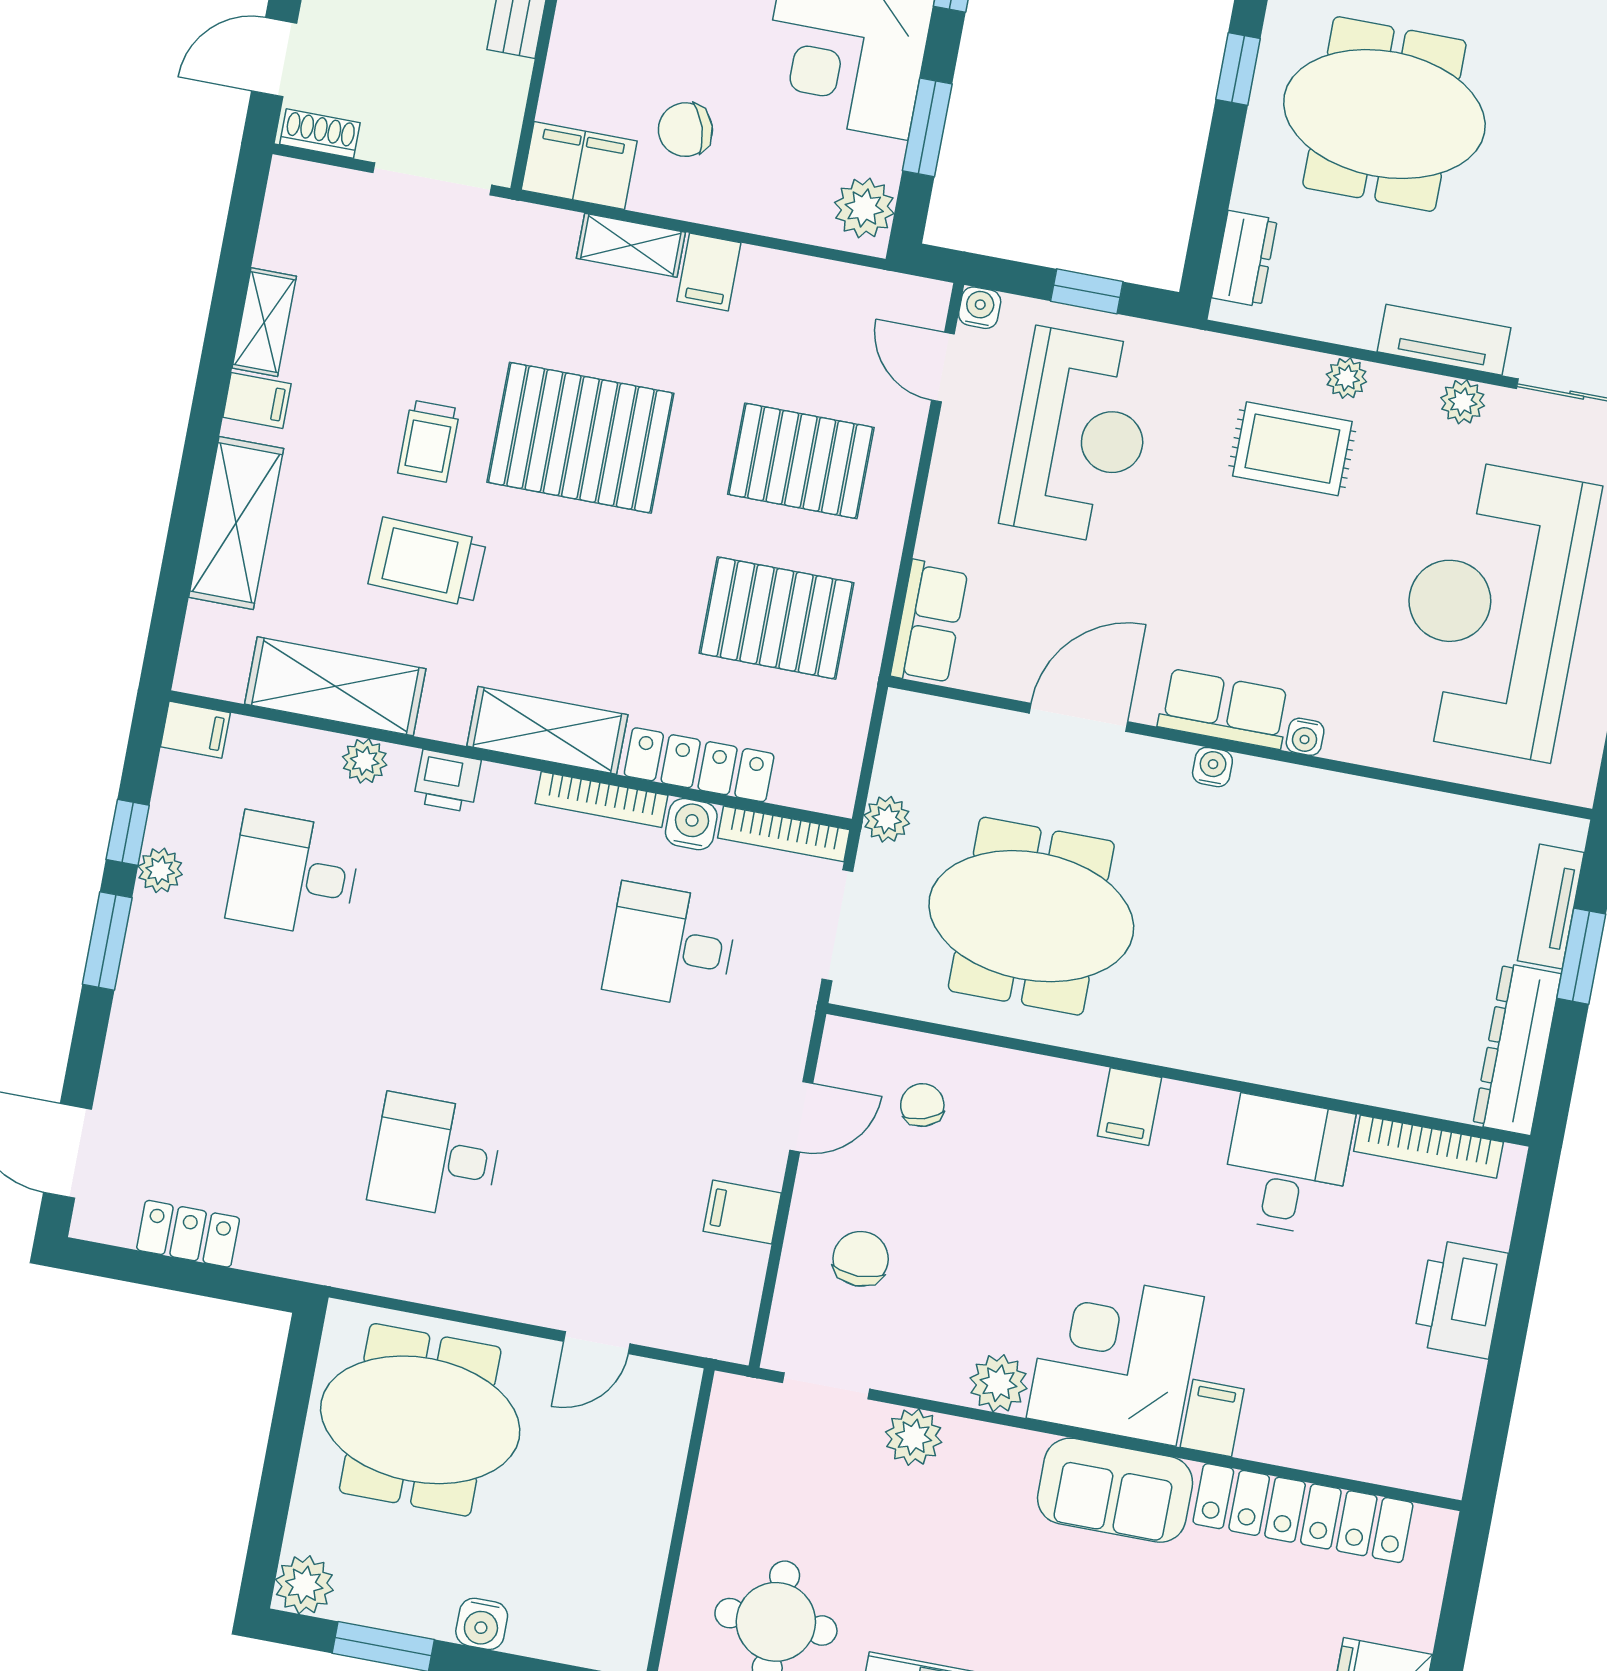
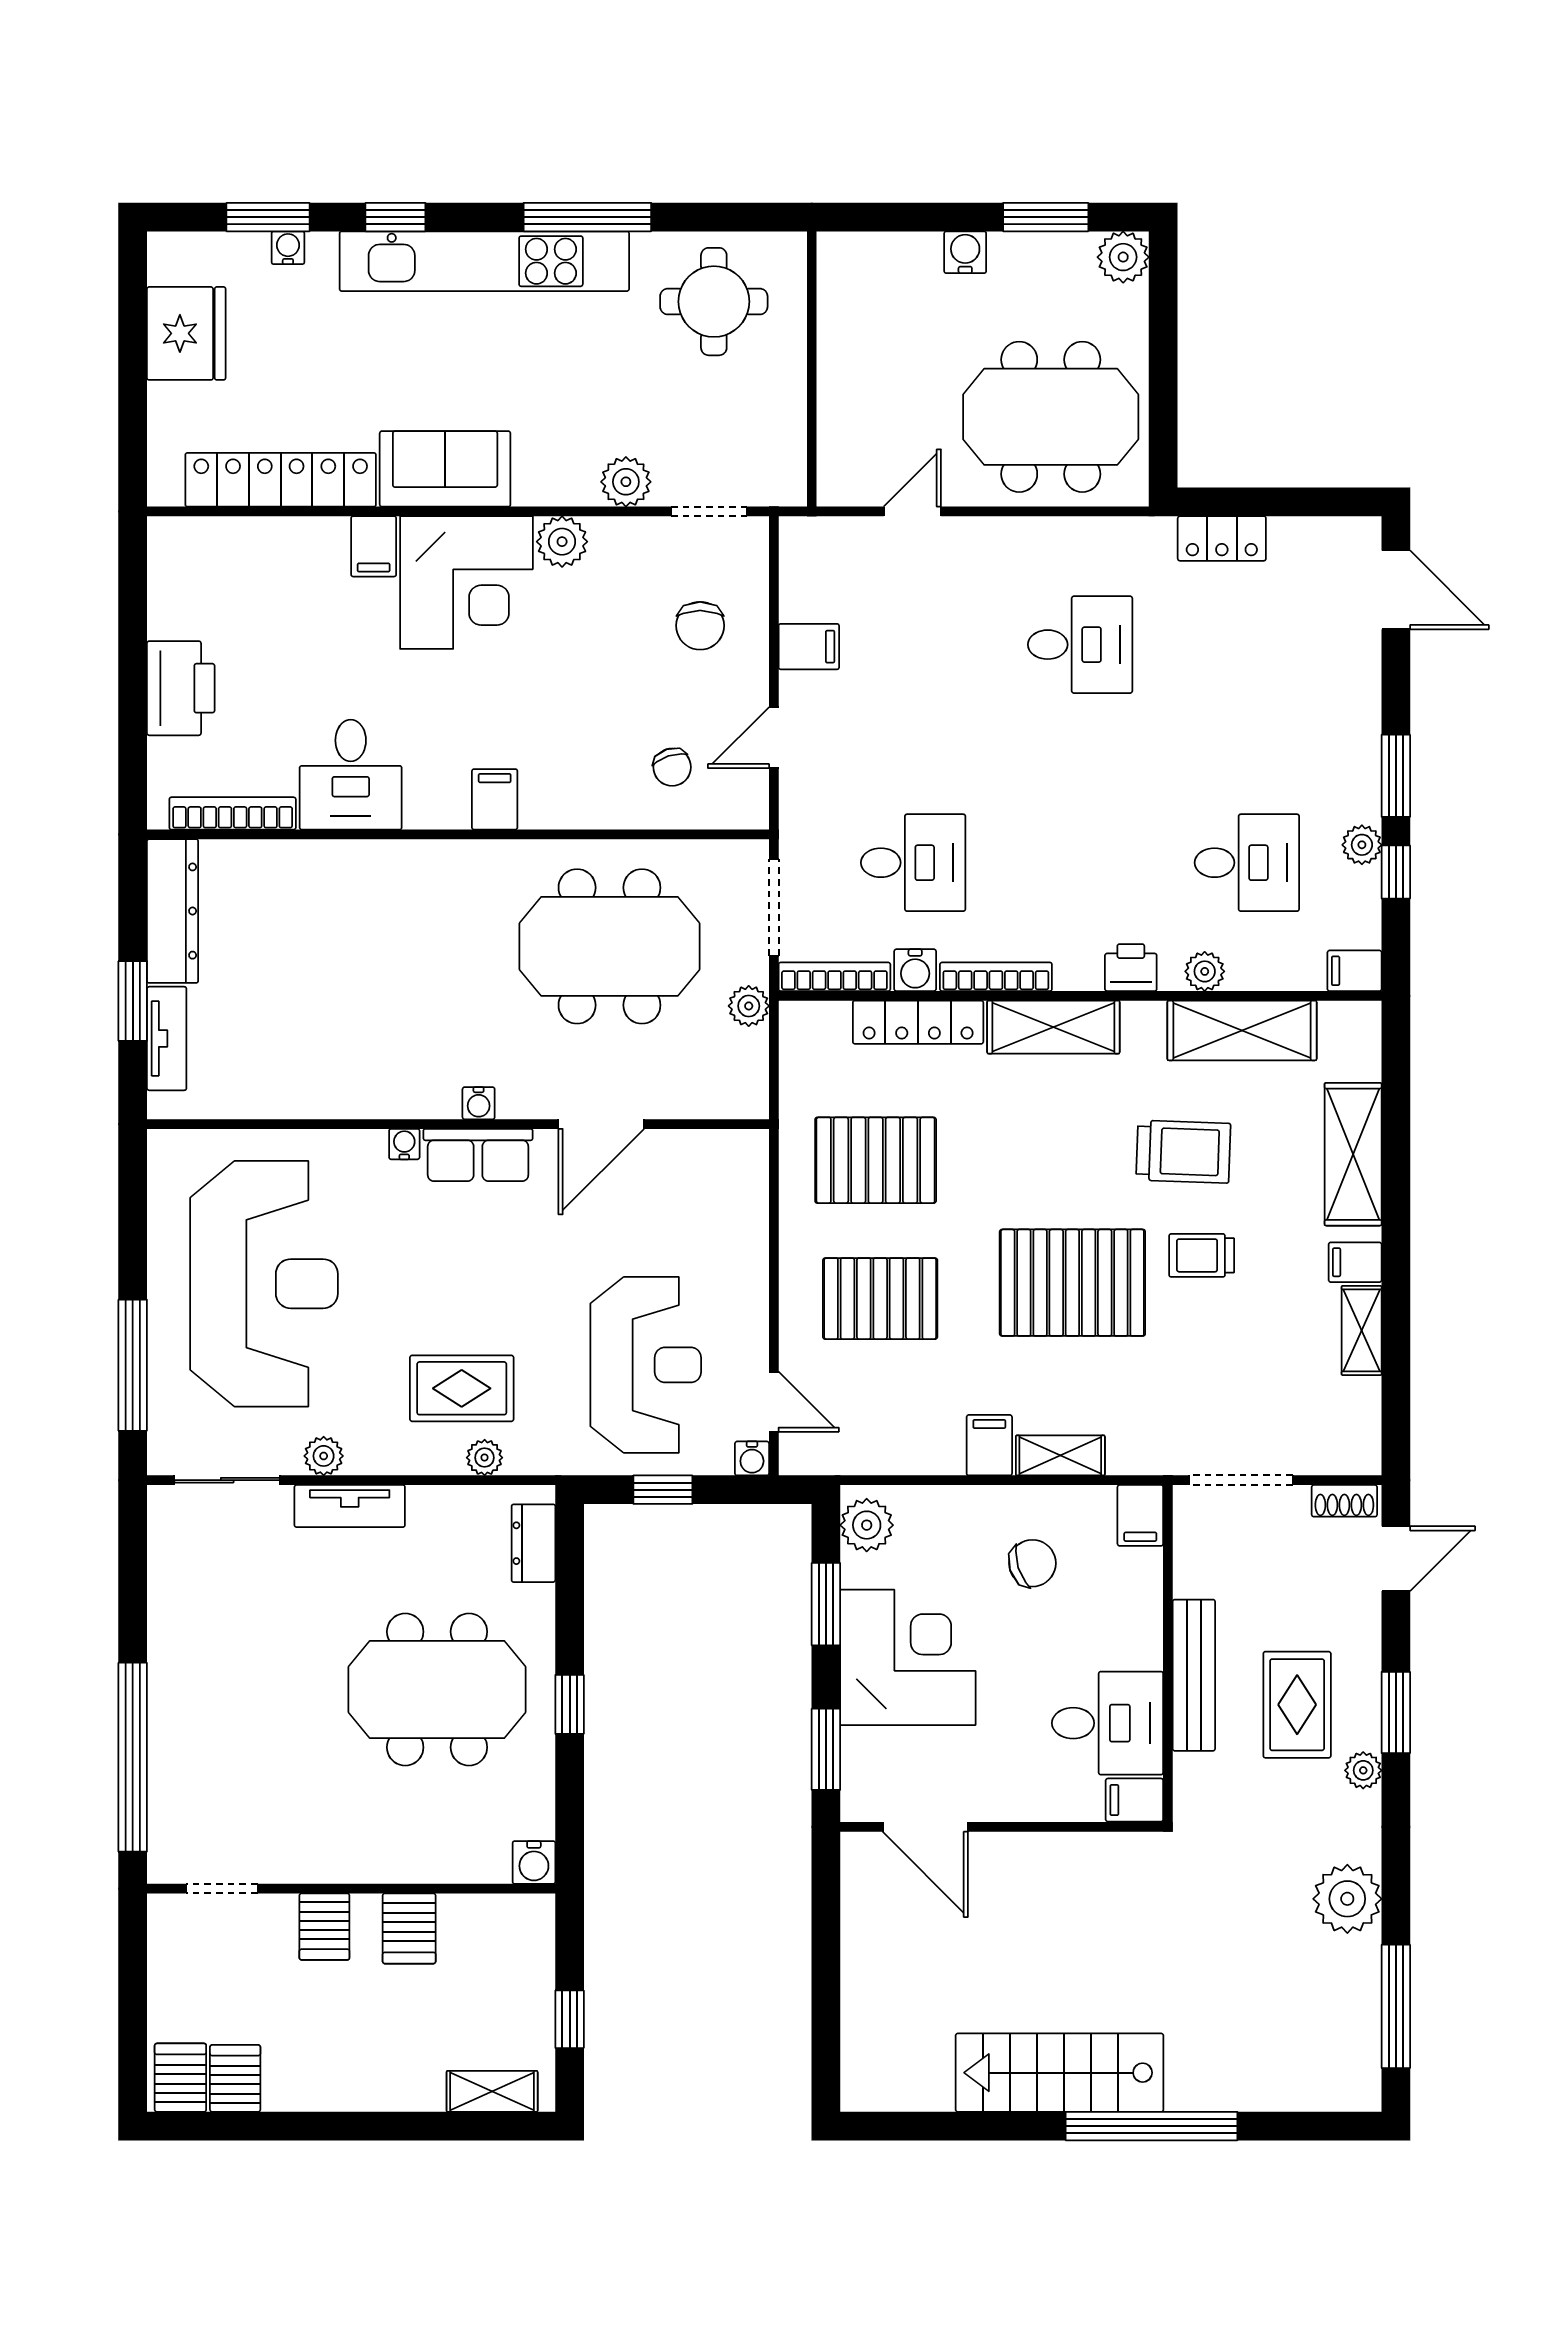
filing cabinet: (579, 165) -> (1140, 1515), width x0.50
plant: (1346, 378) -> (485, 1458), moved
reception desk: (1080, 436) -> (646, 1365), turned 180
trolley: (429, 441) -> (1202, 1255), turned -90
row of seats: (929, 623) -> (744, 1181), removed
locker: (188, 1234) -> (1222, 538), moved

